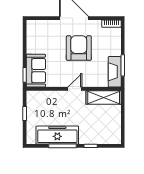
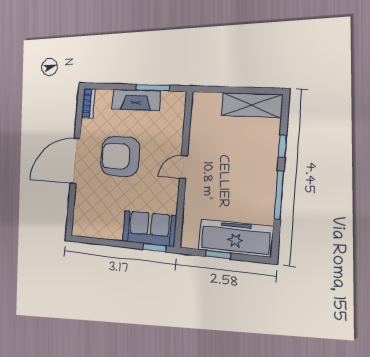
fireplace: (115, 72) -> (136, 100), moved
door: (75, 89) -> (184, 167), hinge flipped
shelving: (104, 98) -> (252, 105), moved, turned 90
freezer: (57, 135) -> (235, 238), moved, turned 90

